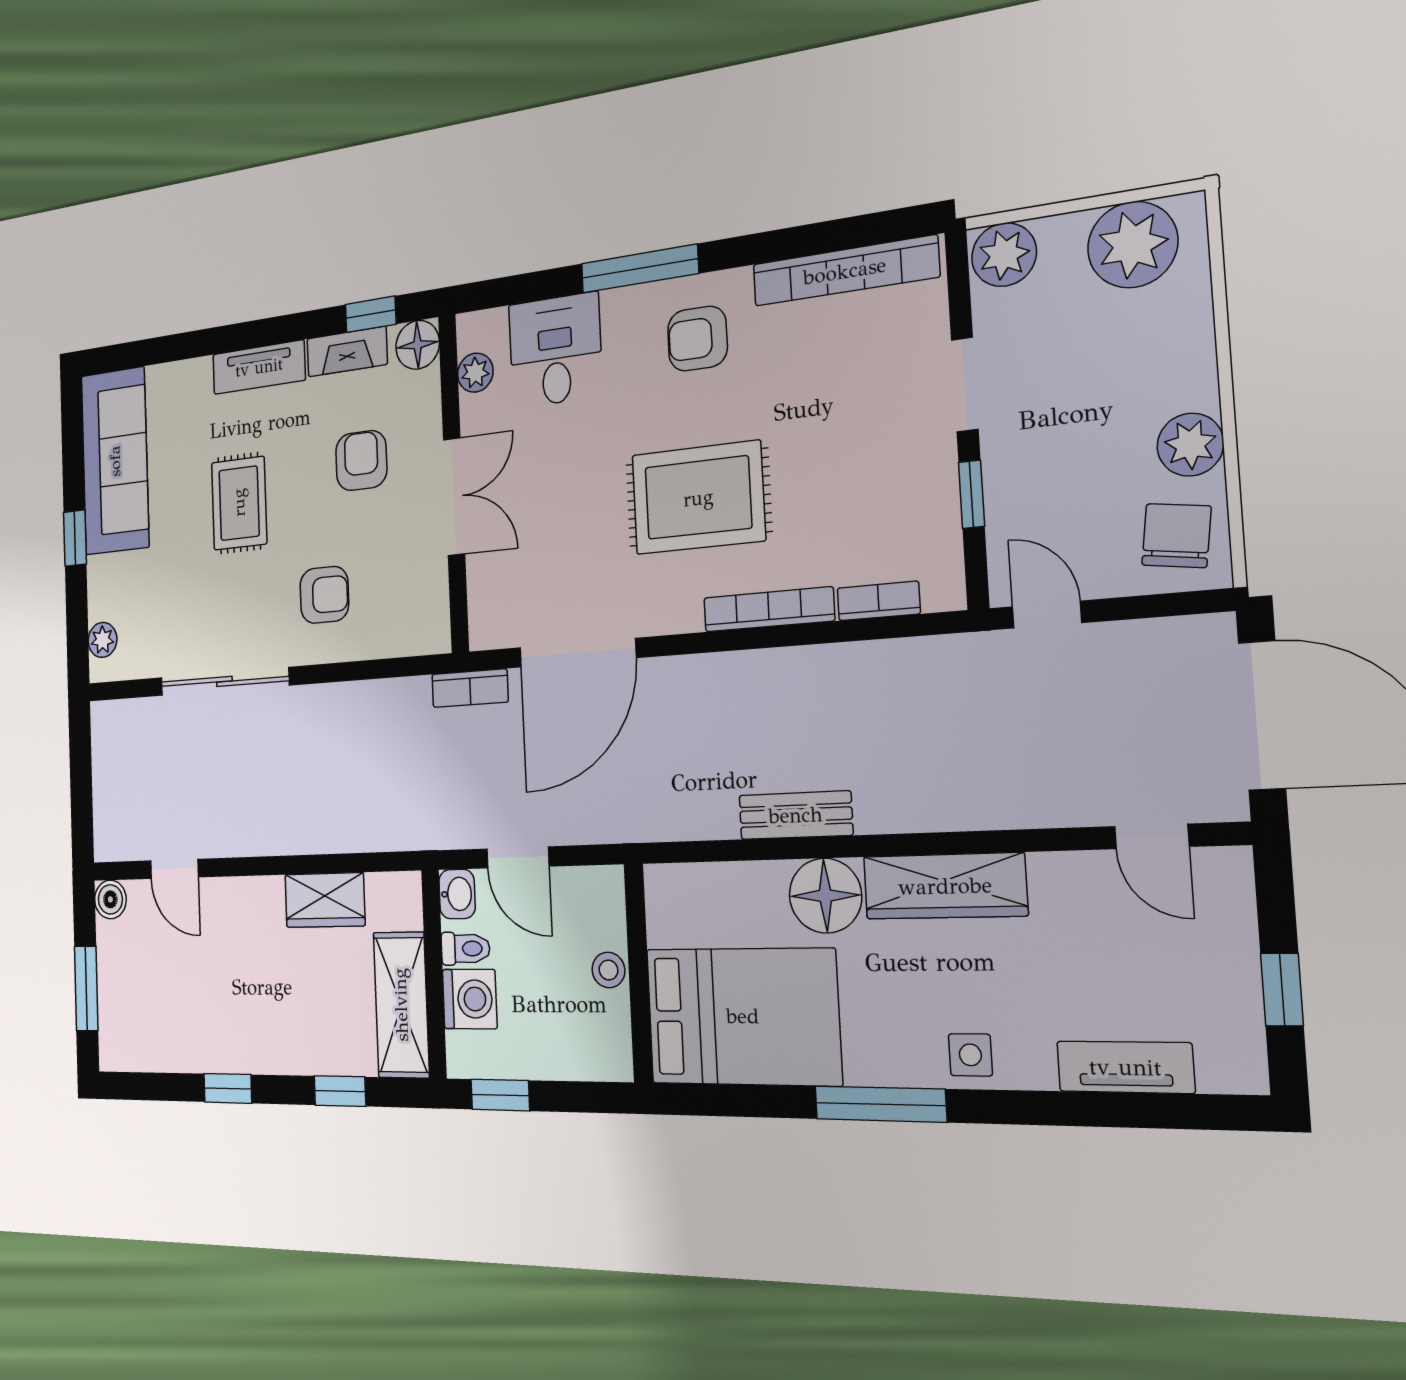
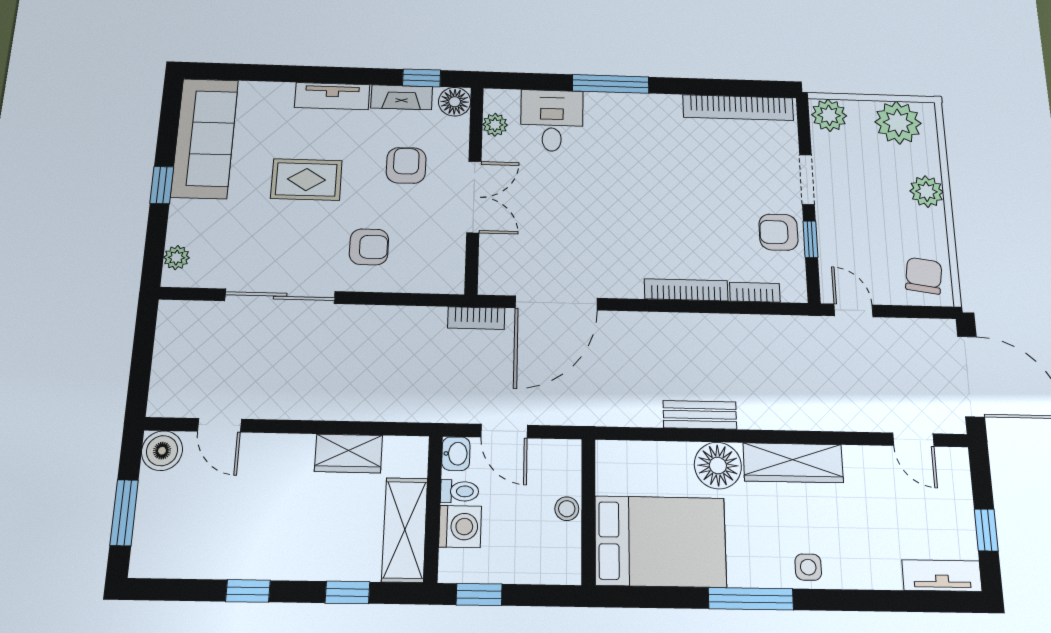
armchair: (697, 339) -> (778, 232), moved
plant: (1190, 445) -> (927, 191), moved
rug: (698, 498) -> (643, 219), removed
rug: (239, 503) -> (306, 179), turned 90
boiler: (110, 899) -> (162, 451), width x1.36, depth x1.36
tv unit: (1125, 1067) -> (942, 576), moved

